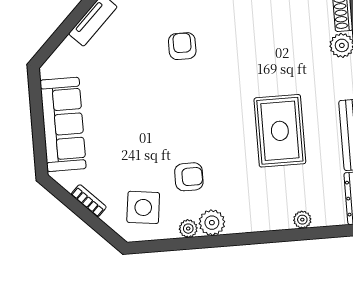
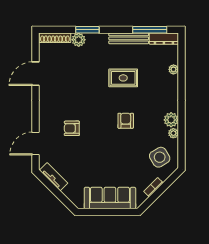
rug: (280, 131) -> (123, 78), width x0.73, depth x0.70
armchair: (189, 177) -> (126, 121), moved
side table: (143, 207) -> (160, 157), turned -38

